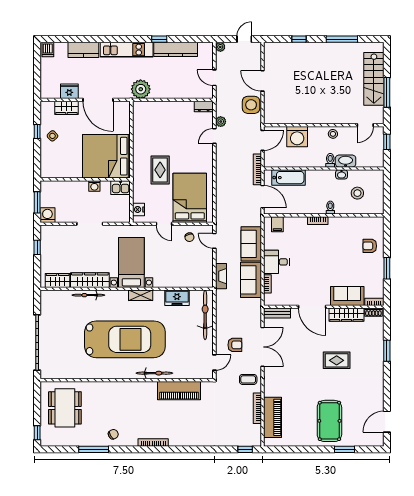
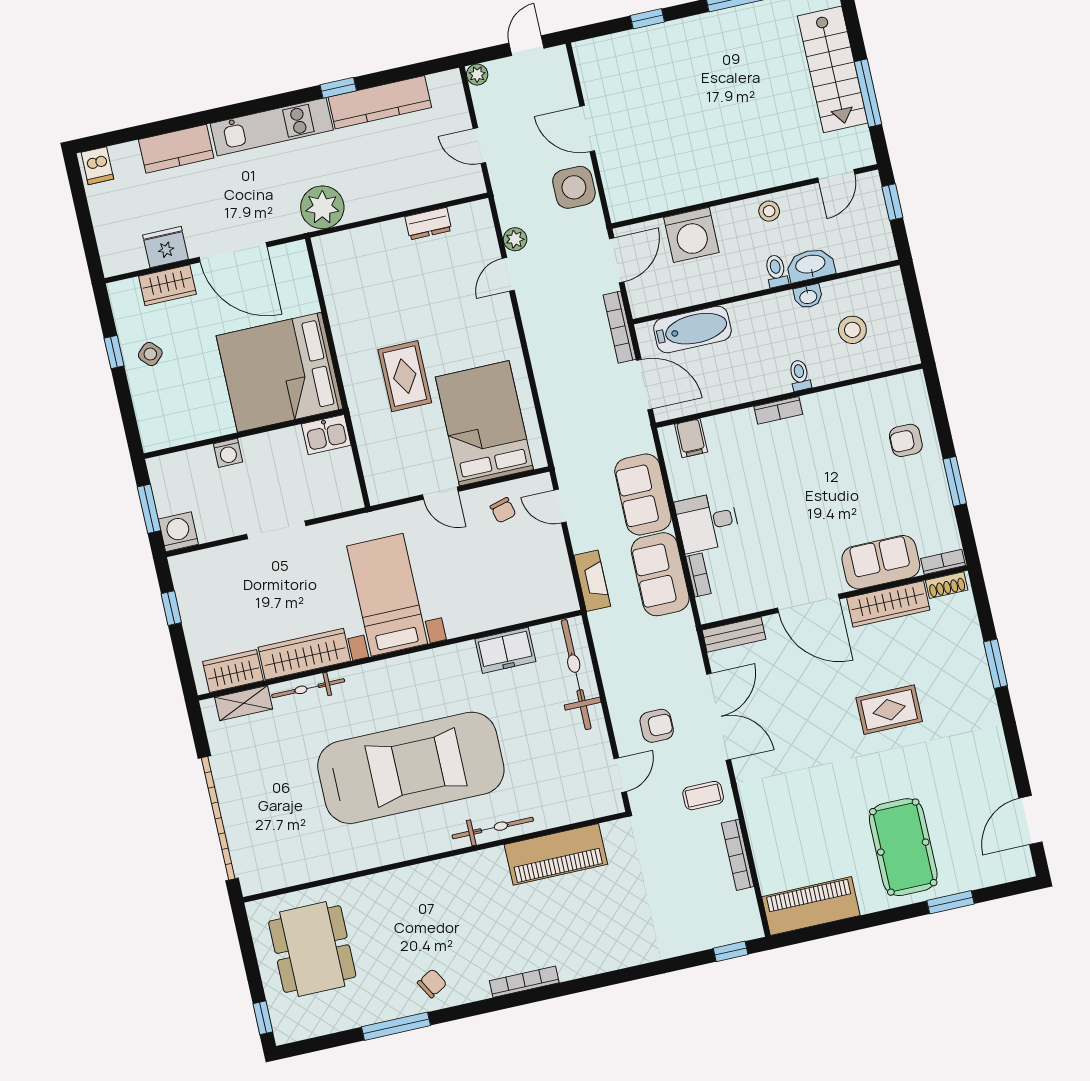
dresser: (204, 106) -> (428, 224), moved
washing machine: (94, 186) -> (228, 453), moved
nightstand: (139, 209) -> (377, 474), removed
shelving: (141, 295) -> (244, 703), moved
piano: (273, 417) -> (811, 906), moved, turned -90

